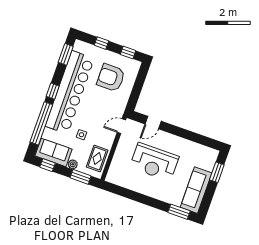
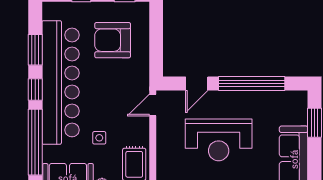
window: (66, 54) -> (35, 50), moved
window: (187, 134) -> (252, 83), added

